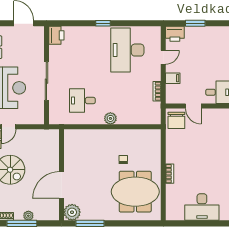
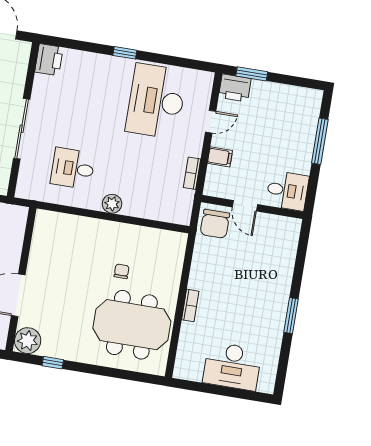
window: (195, 23) -> (252, 74), moved
window: (90, 223) -> (53, 363), width x0.46

